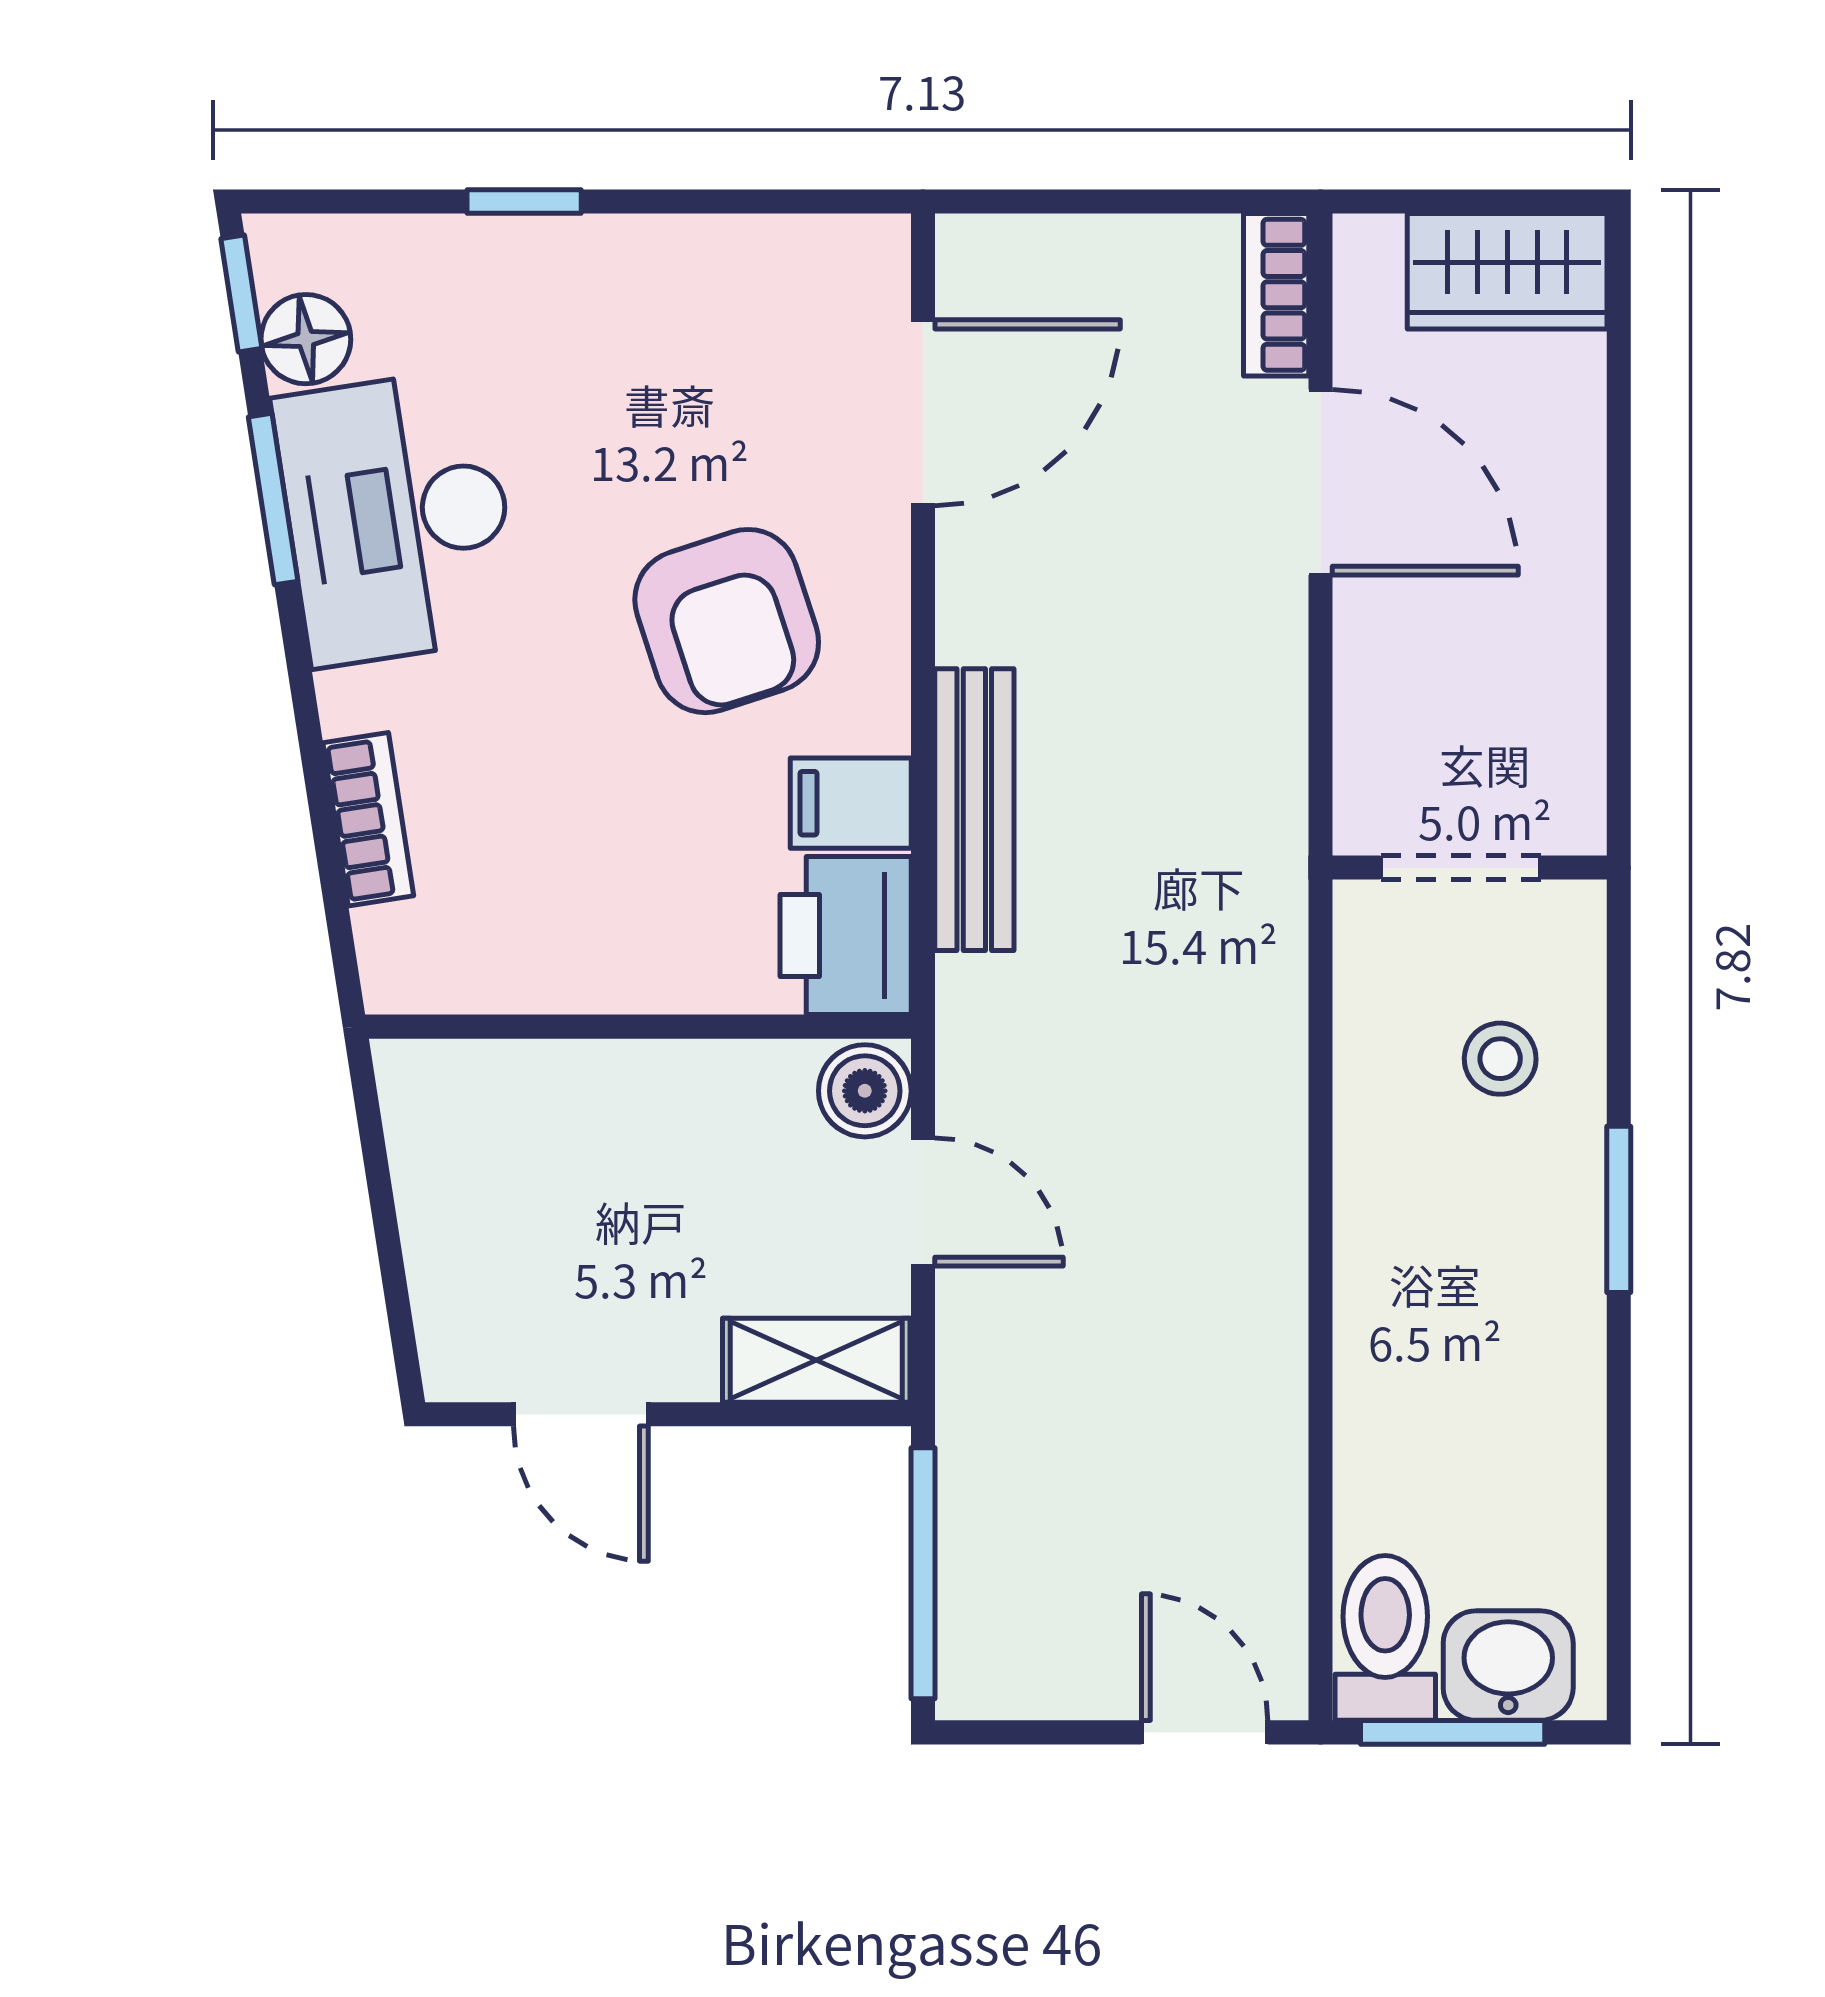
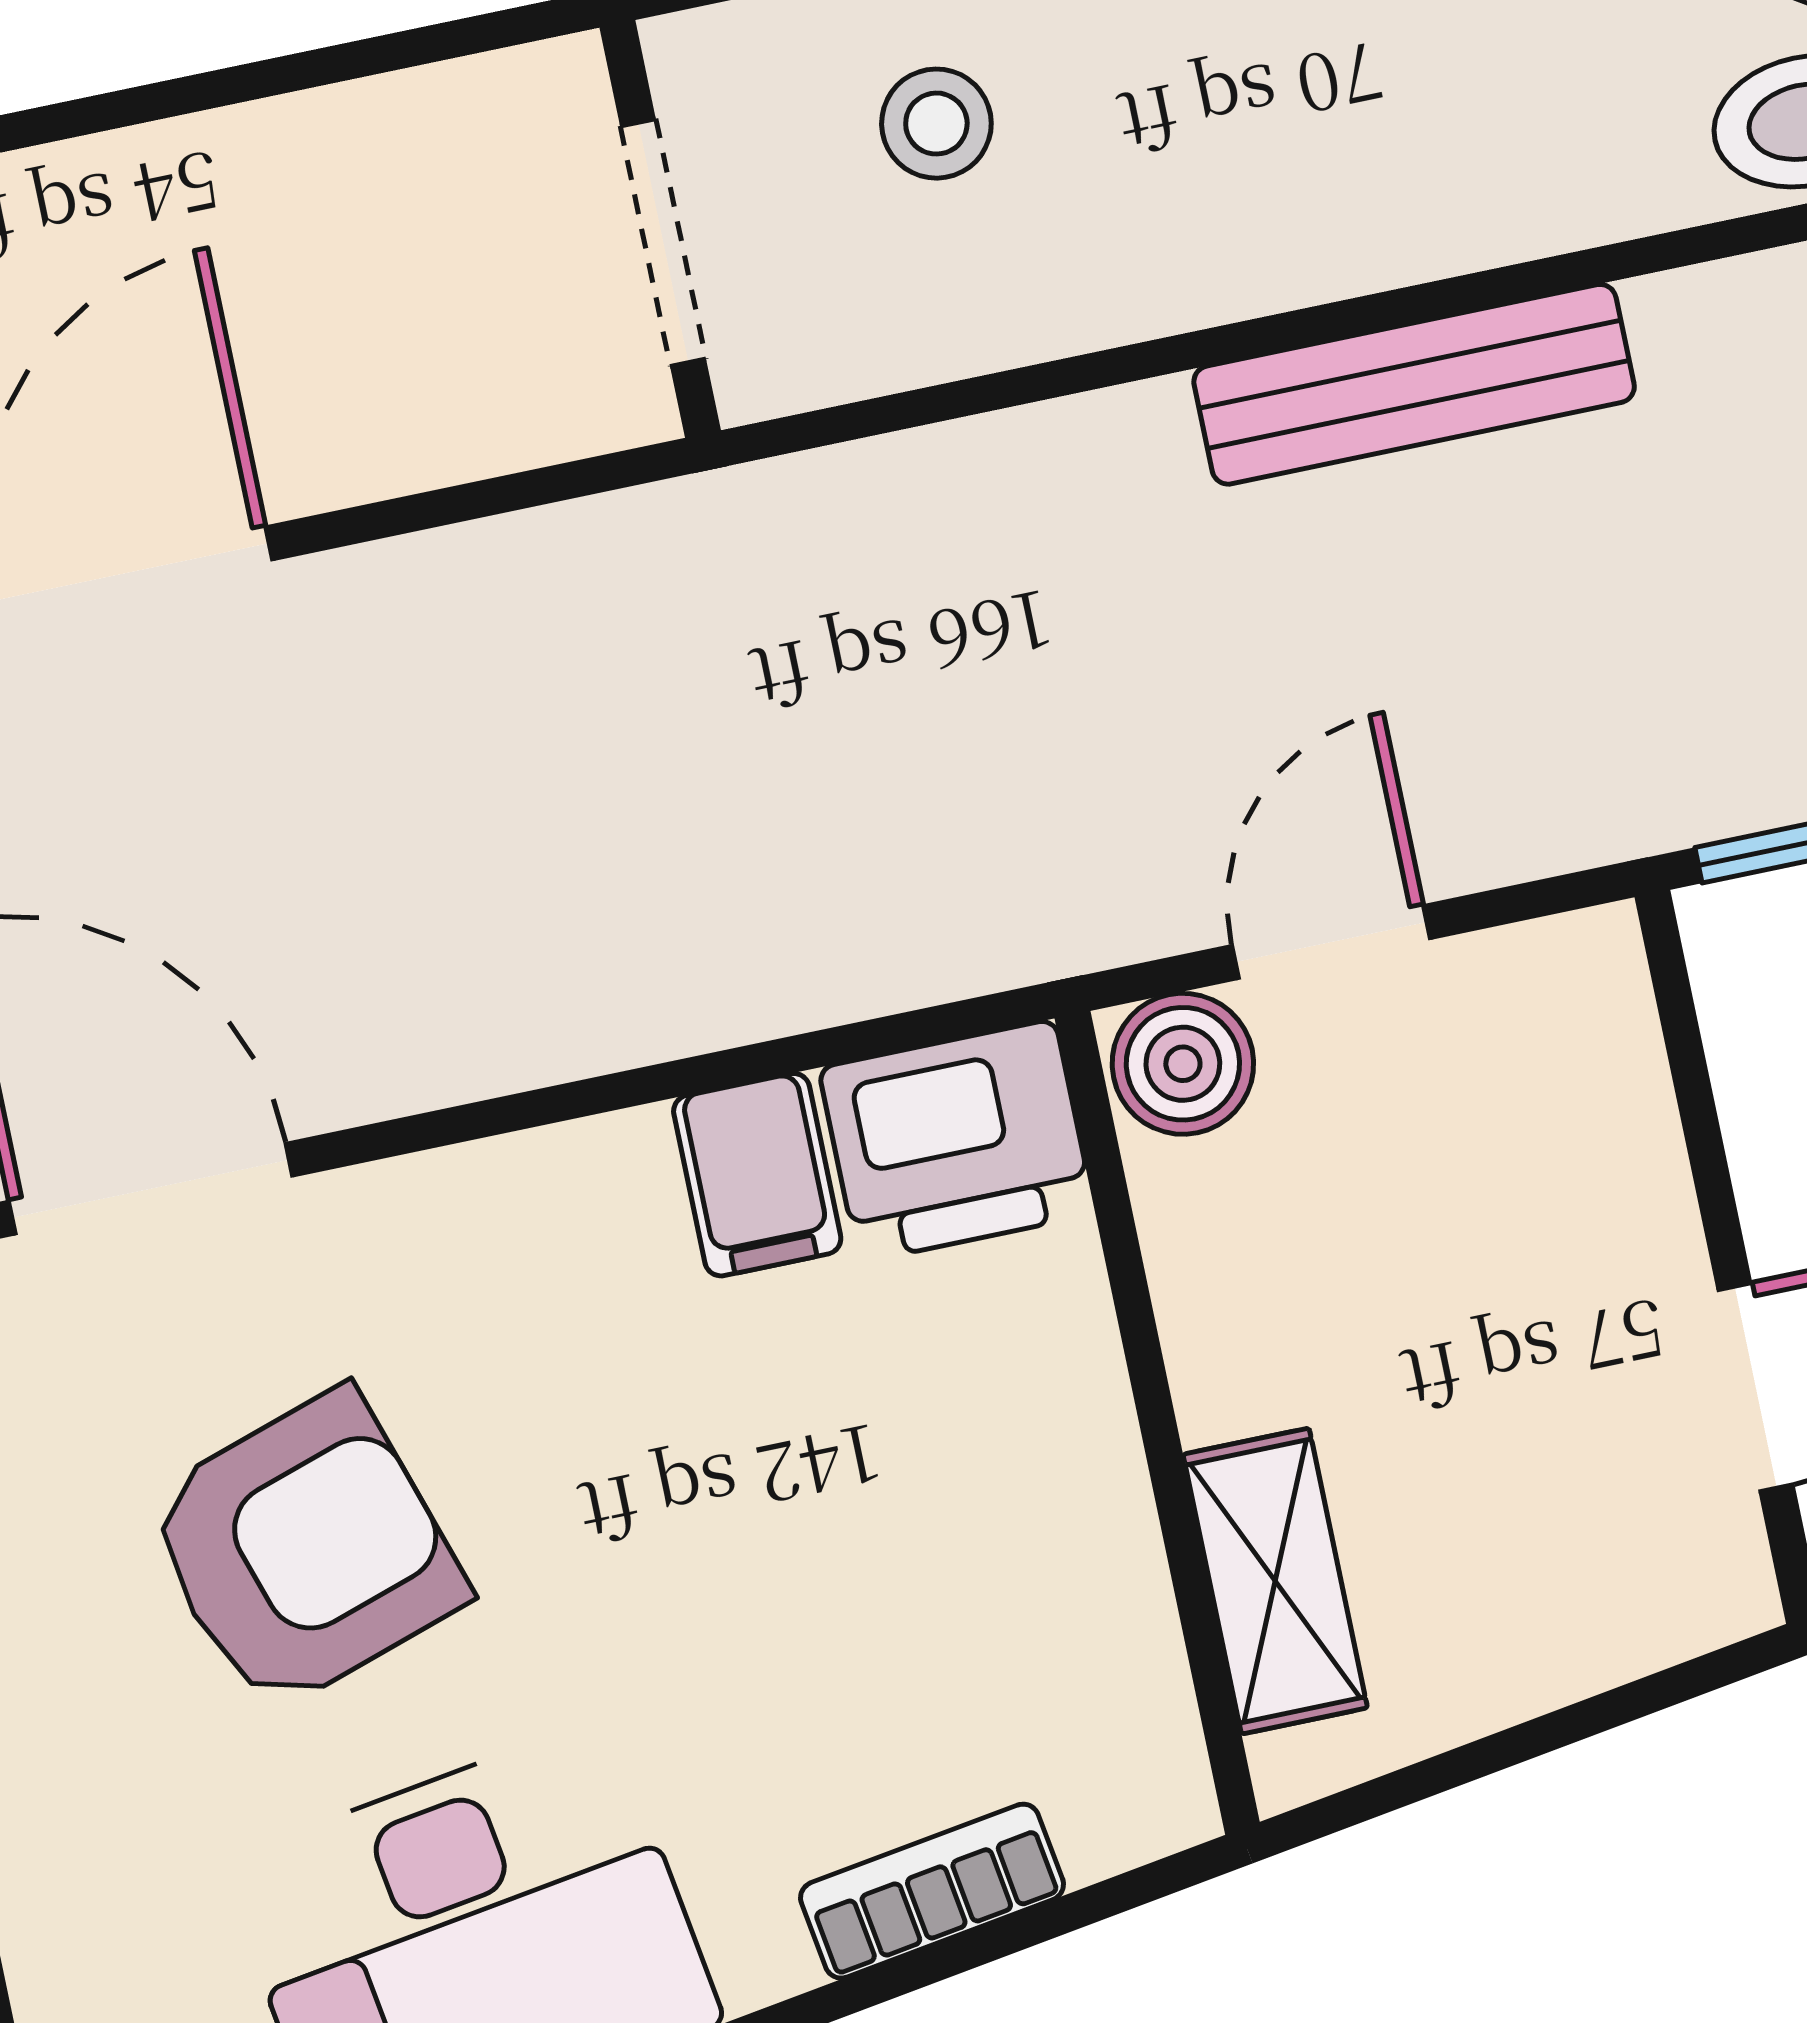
armchair: (727, 621) -> (304, 1551), moved
bench: (974, 810) -> (1414, 384), moved
shelving: (816, 1360) -> (1275, 1581), moved

